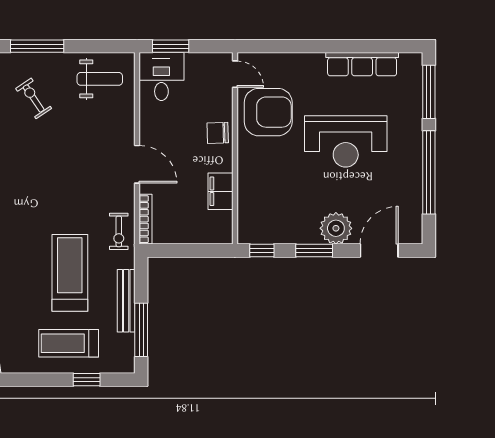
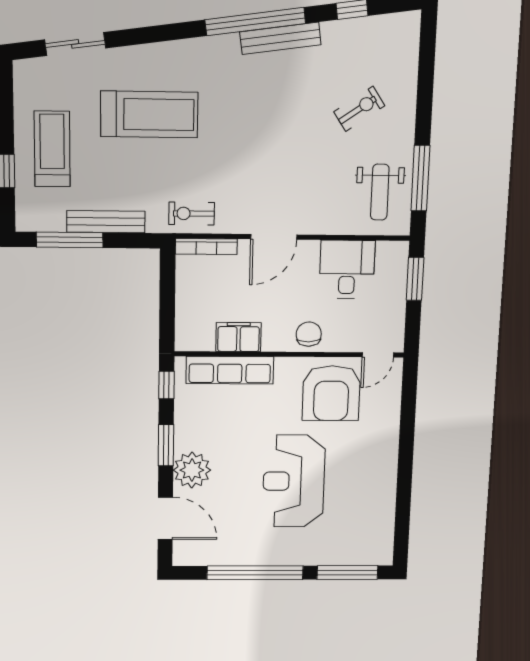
window: (37, 46) -> (420, 178), moved
row of seats: (362, 64) -> (230, 370), moved, turned -90
desk: (161, 77) -> (347, 269), moved, turned -90
treadmill: (70, 273) -> (149, 114), moved

